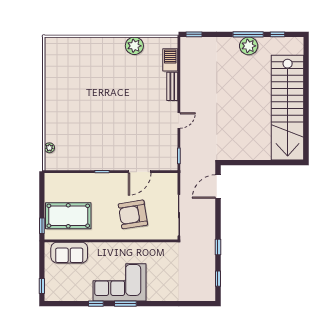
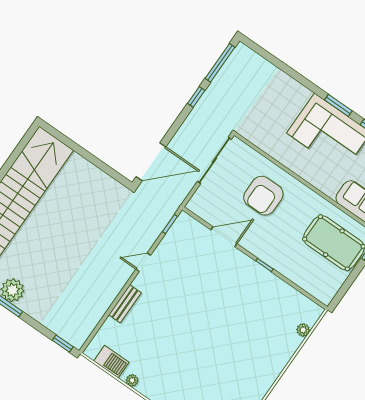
plant: (134, 46) -> (132, 380), width x0.53, depth x0.53
barbecue: (170, 60) -> (111, 362), moved, turned -90
door: (218, 187) -> (151, 162), width x1.36
armchair: (133, 214) -> (263, 196), turned 99
window: (218, 279) -> (220, 63), width x2.17

